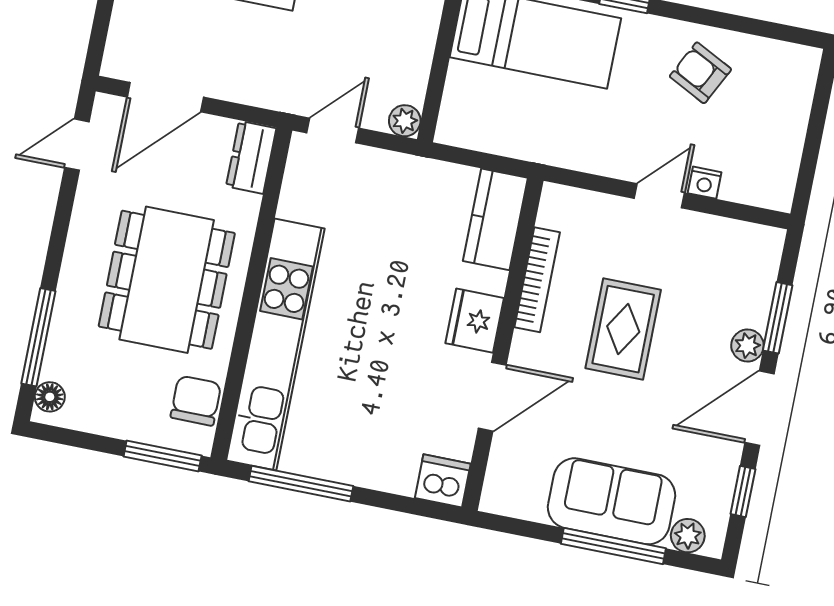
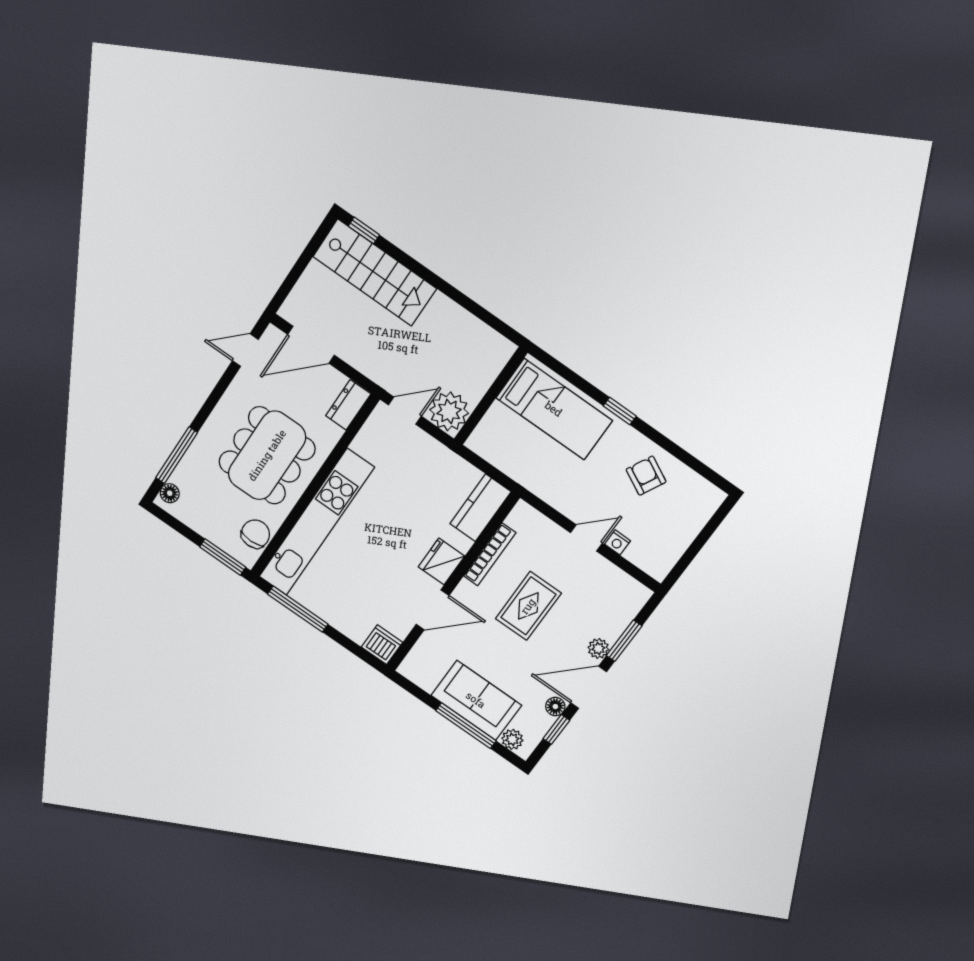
plant: (405, 121) -> (449, 411), width x1.88, depth x1.88
floor lamp: (726, 458) -> (555, 707), added

